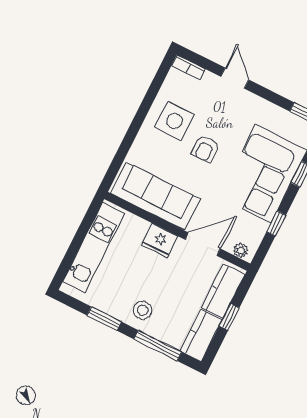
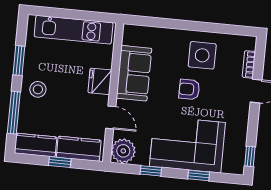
bookcase: (188, 67) -> (249, 64), moved
sofa: (155, 196) -> (134, 73), width x0.73
door: (203, 244) -> (111, 117), width x0.73
plant: (241, 250) -> (123, 151), width x1.87, depth x1.87

